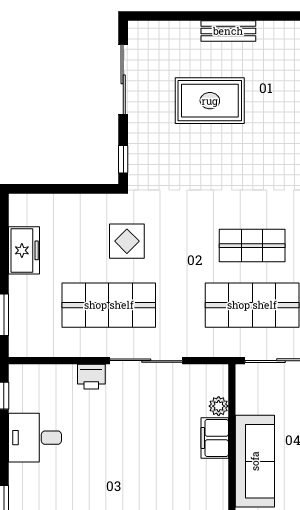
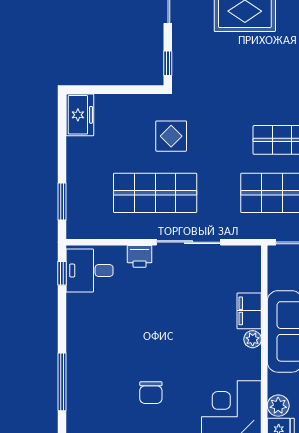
freezer: (24, 250) -> (80, 115), moved
plant: (219, 406) -> (253, 339), moved
desk: (35, 438) -> (90, 271), moved

